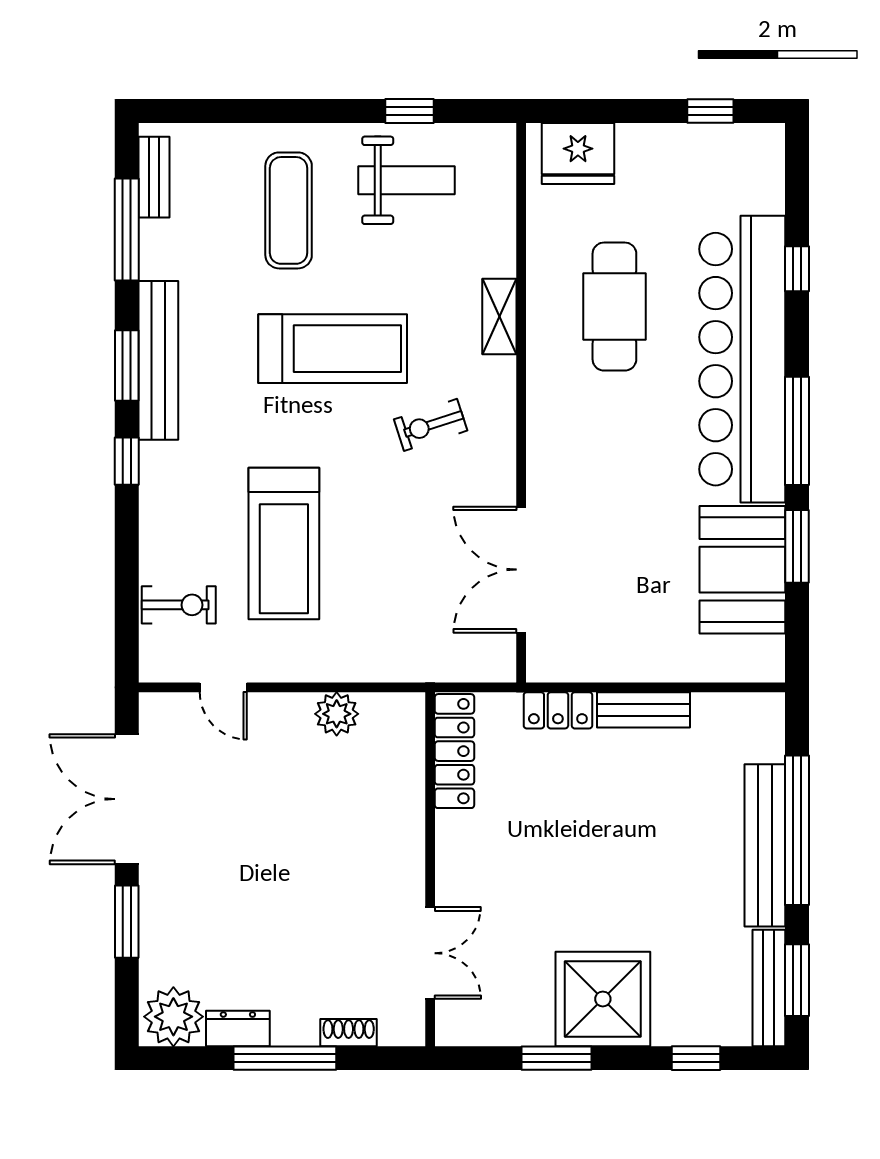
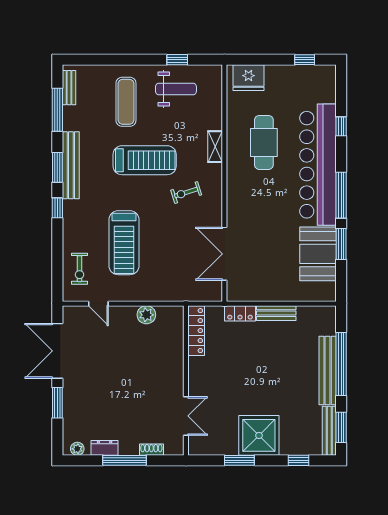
exercise bike: (179, 605) -> (80, 269), turned 90
plant: (173, 1017) -> (77, 449), width x0.53, depth x0.53

